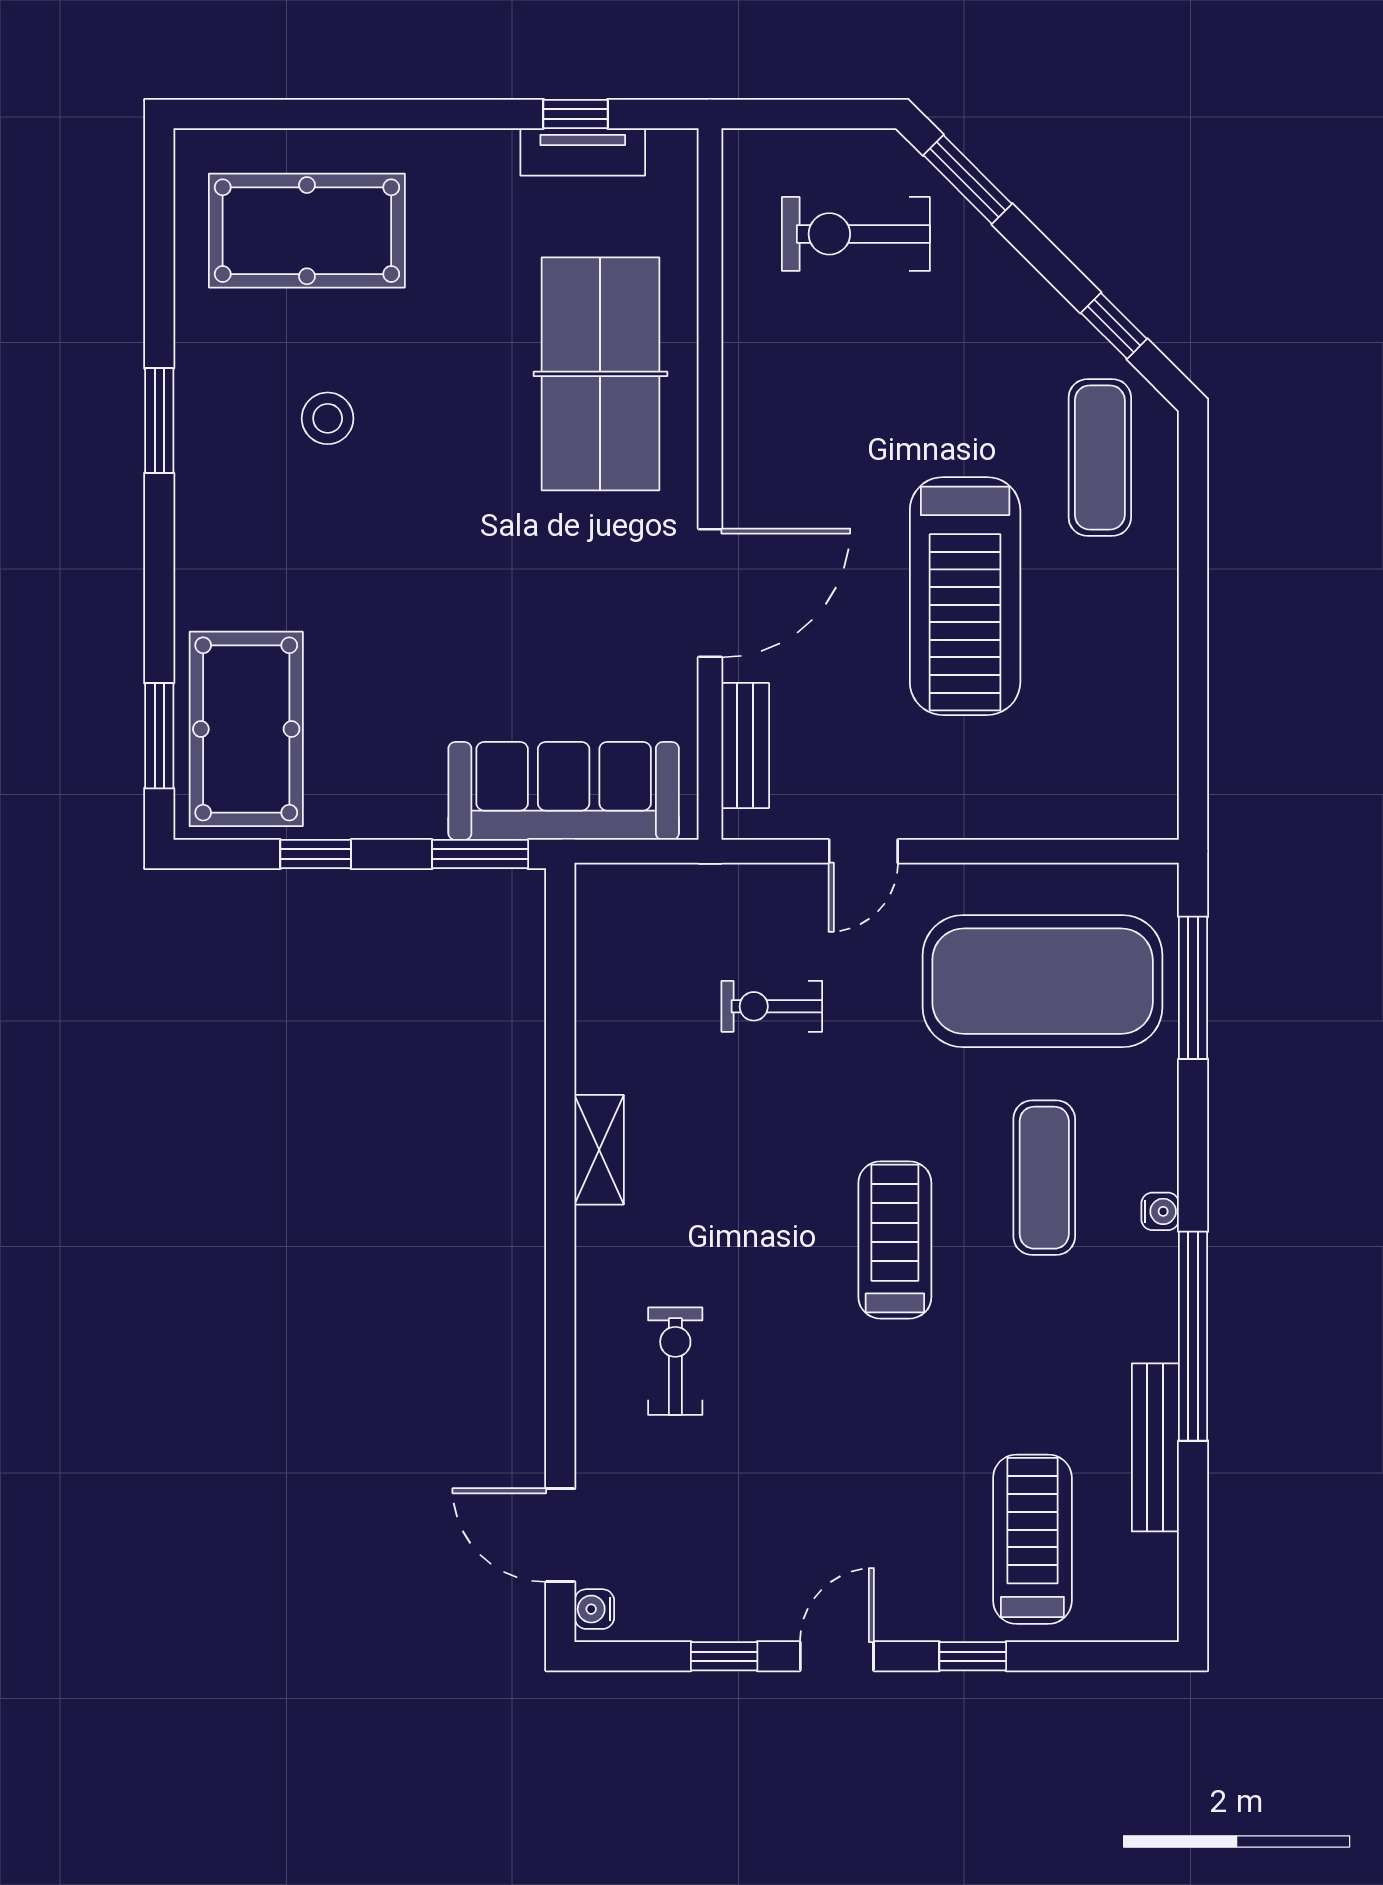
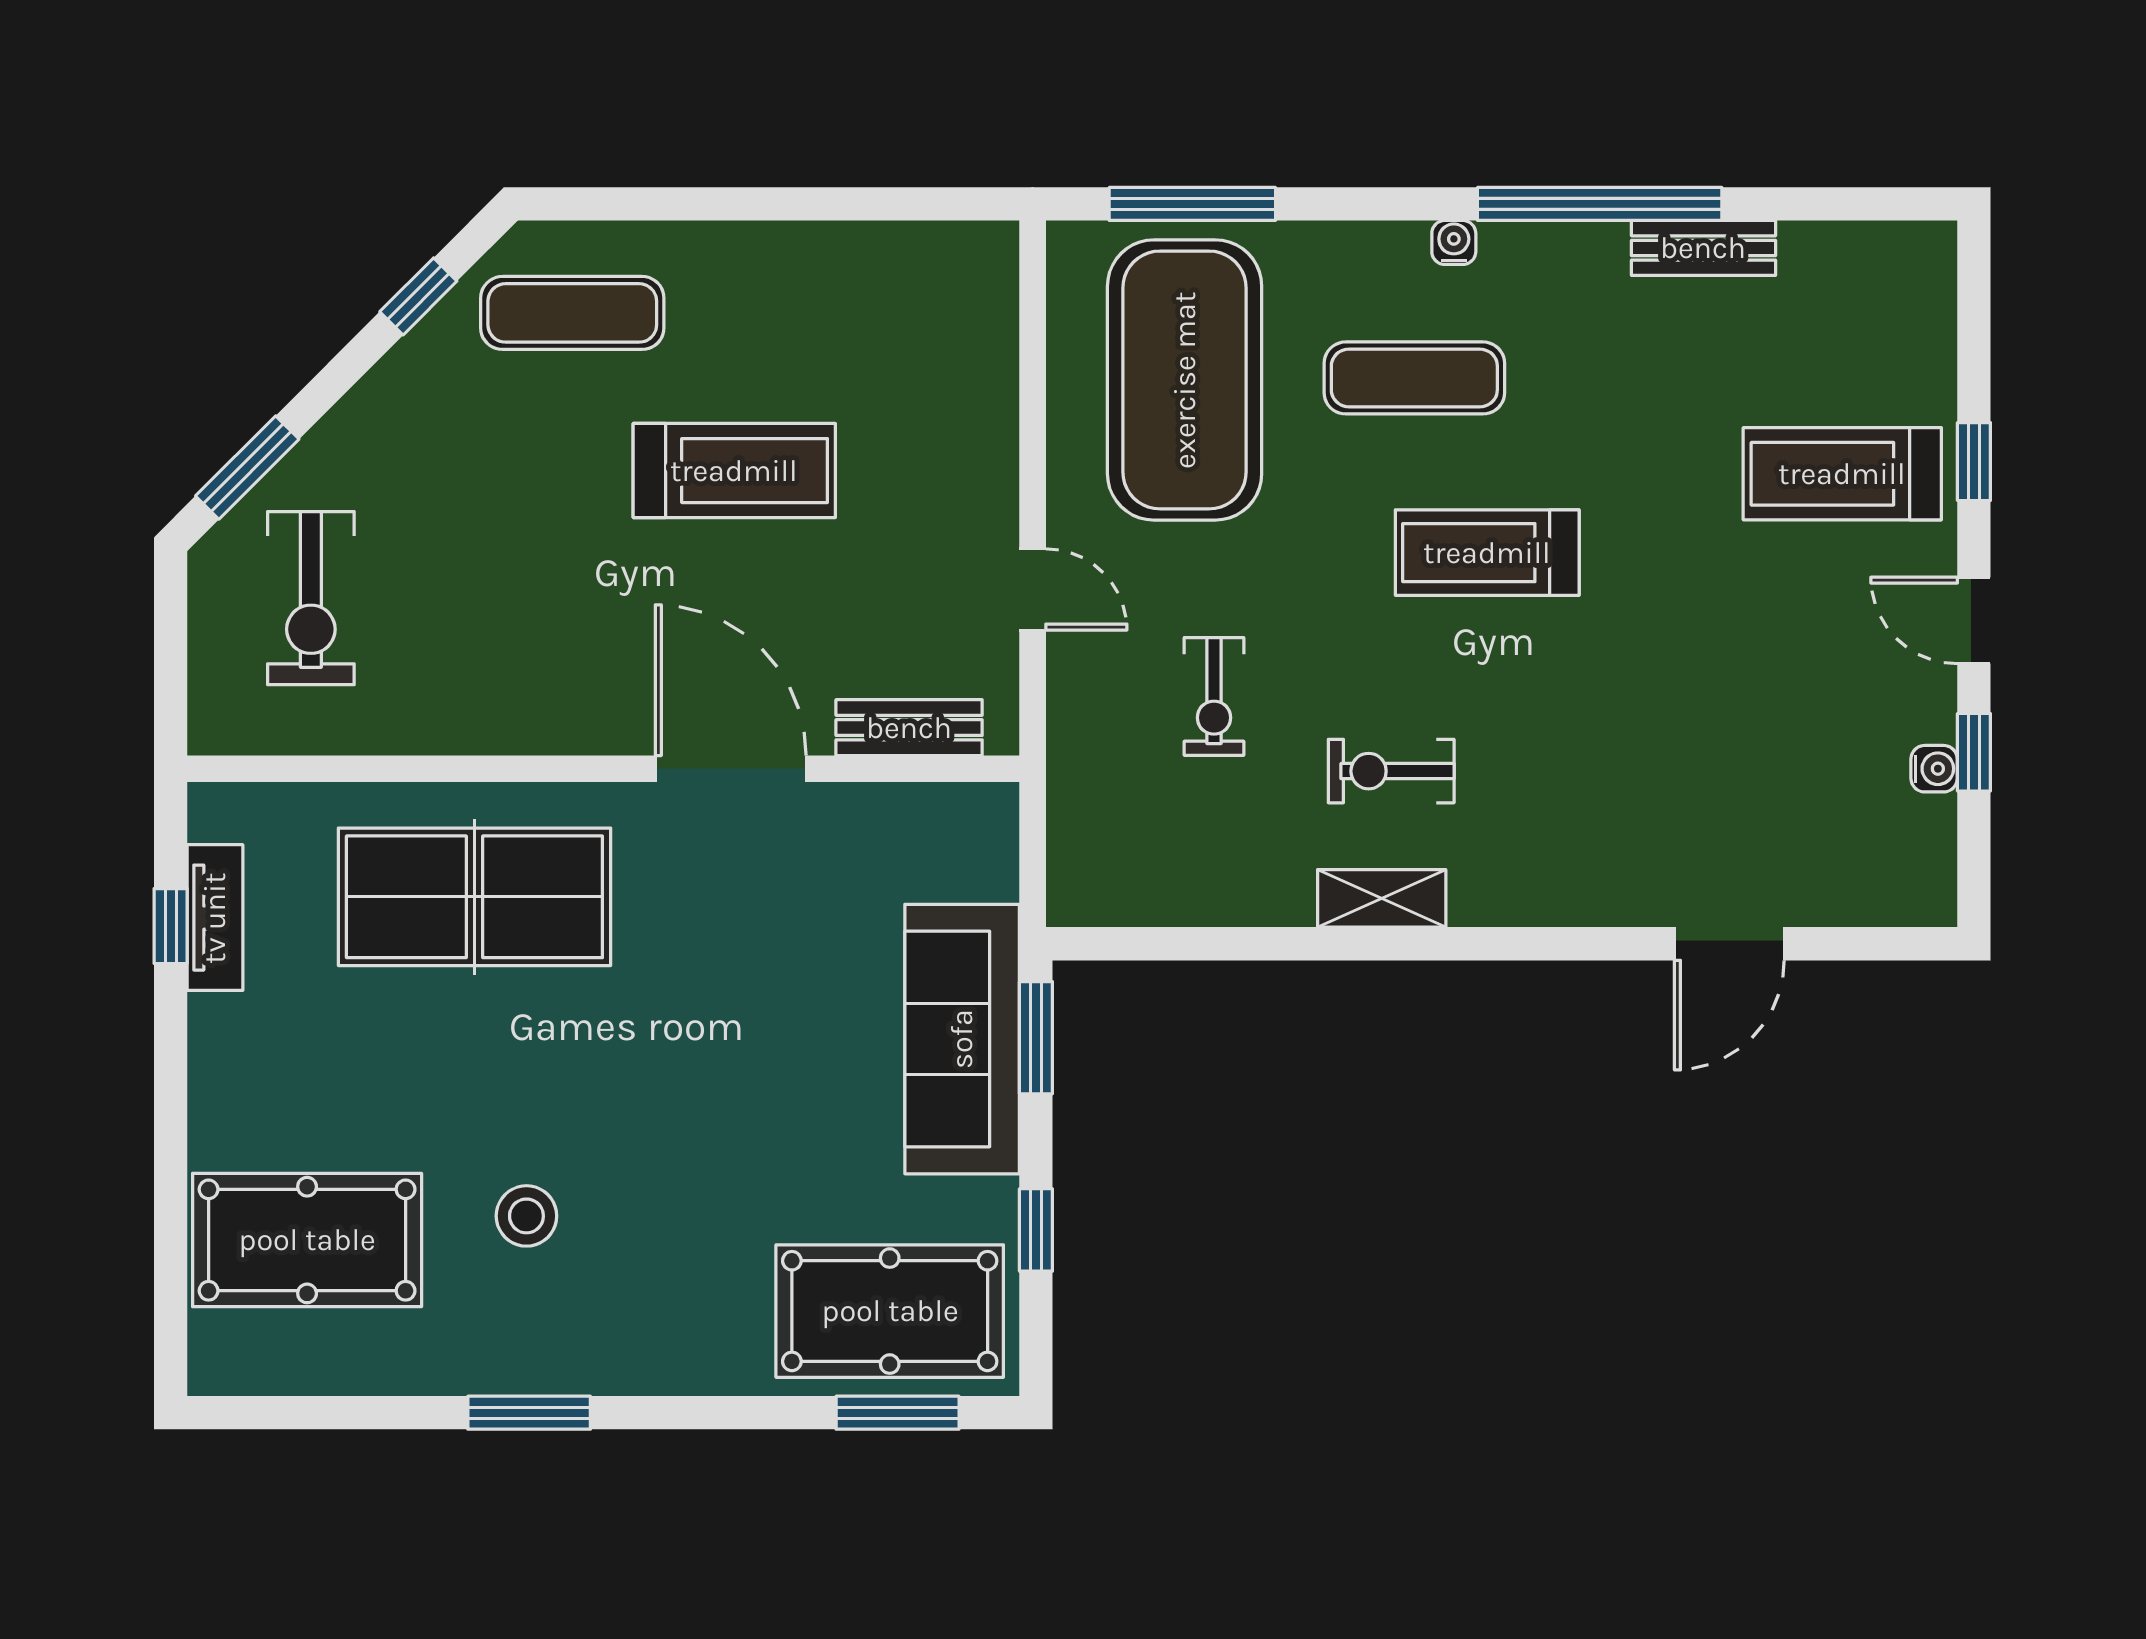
pool table: (307, 231) -> (307, 1240), turned 90
treadmill: (965, 596) -> (734, 471), width x0.73, depth x0.73
sofa: (564, 791) -> (962, 1039), moved
exercise bike: (675, 1361) -> (1391, 771), moved
bench: (1155, 1447) -> (1703, 248), width x0.73
door: (560, 1535) -> (1729, 944), moved
treadmill: (1032, 1539) -> (1842, 474), moved
water cooler: (594, 1609) -> (1934, 769), moved, turned -90

